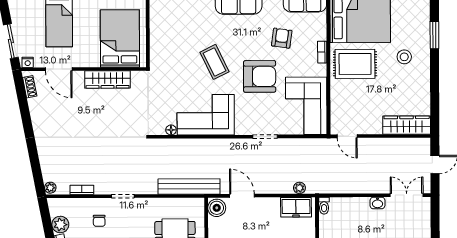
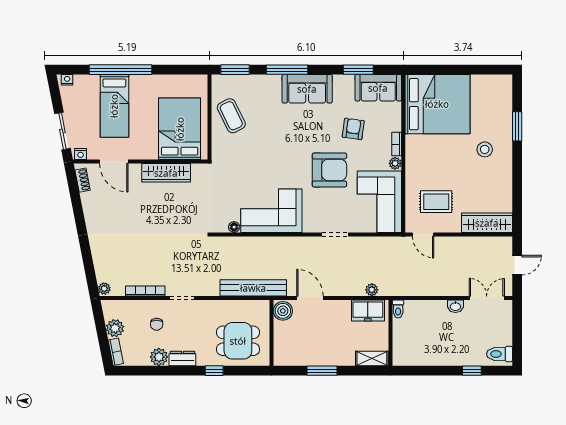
coffee table: (215, 62) -> (231, 116), moved
rug: (355, 64) -> (436, 202), moved, width x0.73, depth x0.70
plant: (321, 70) -> (395, 163), added
bookcase: (82, 190) -> (145, 291), width x1.56

